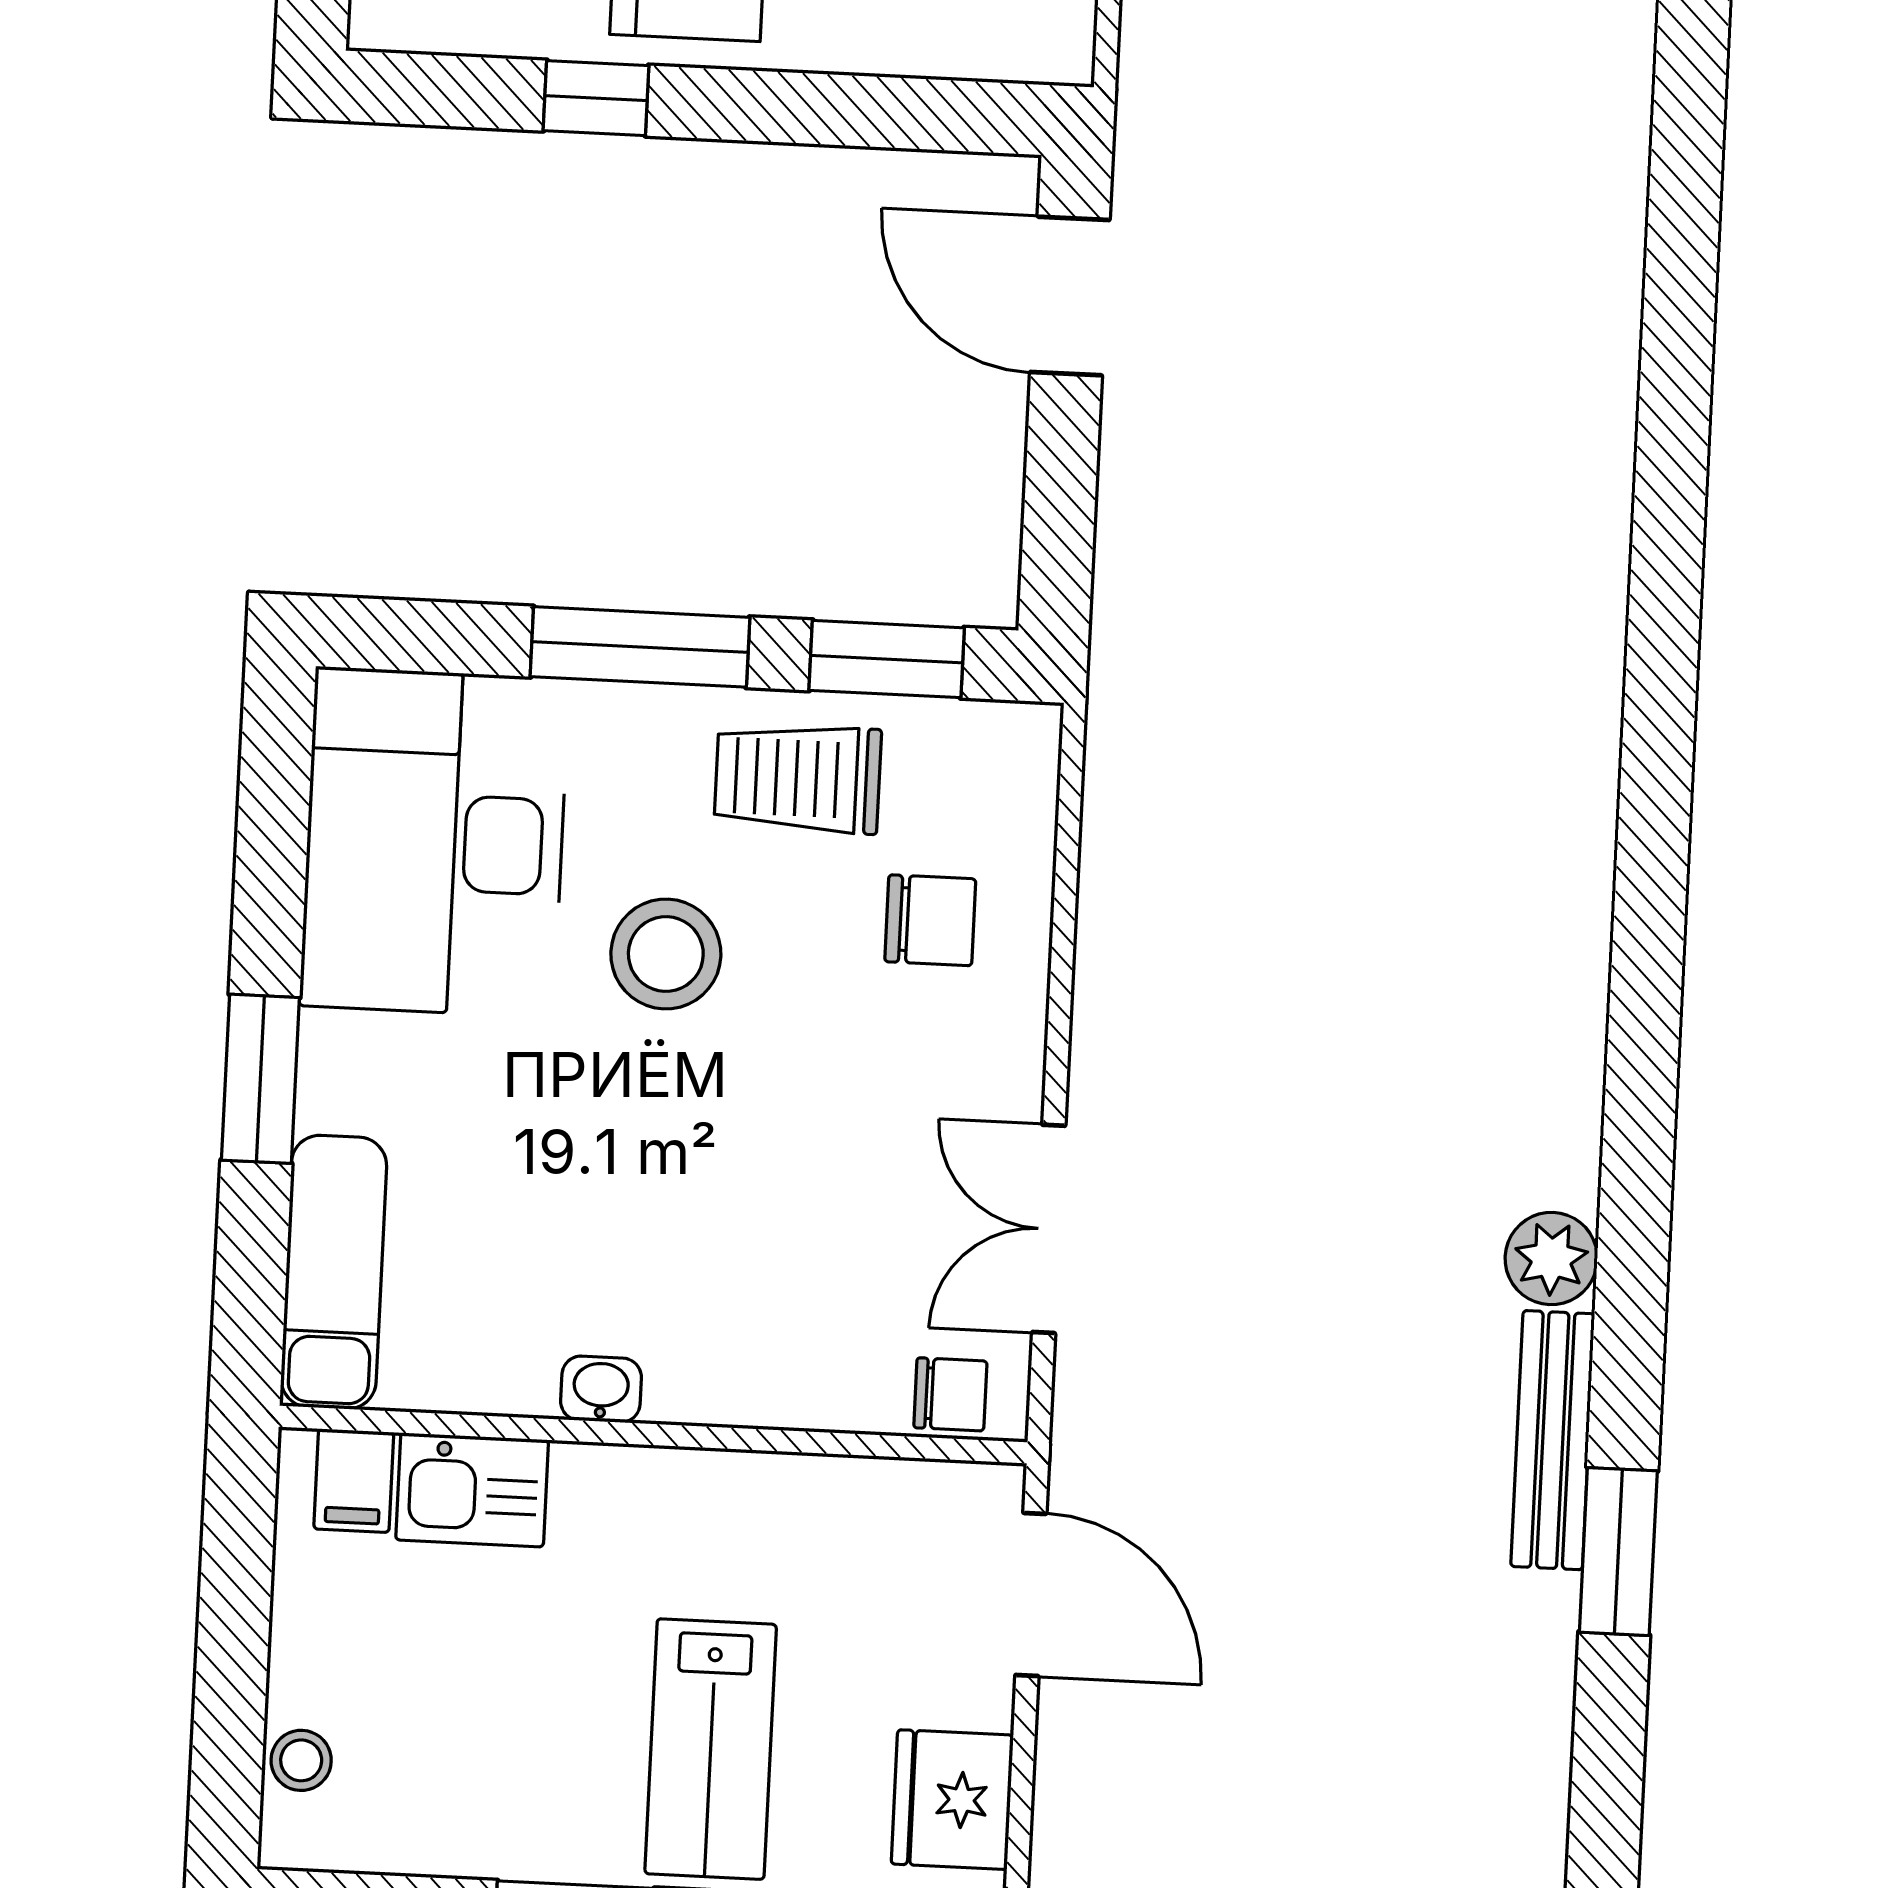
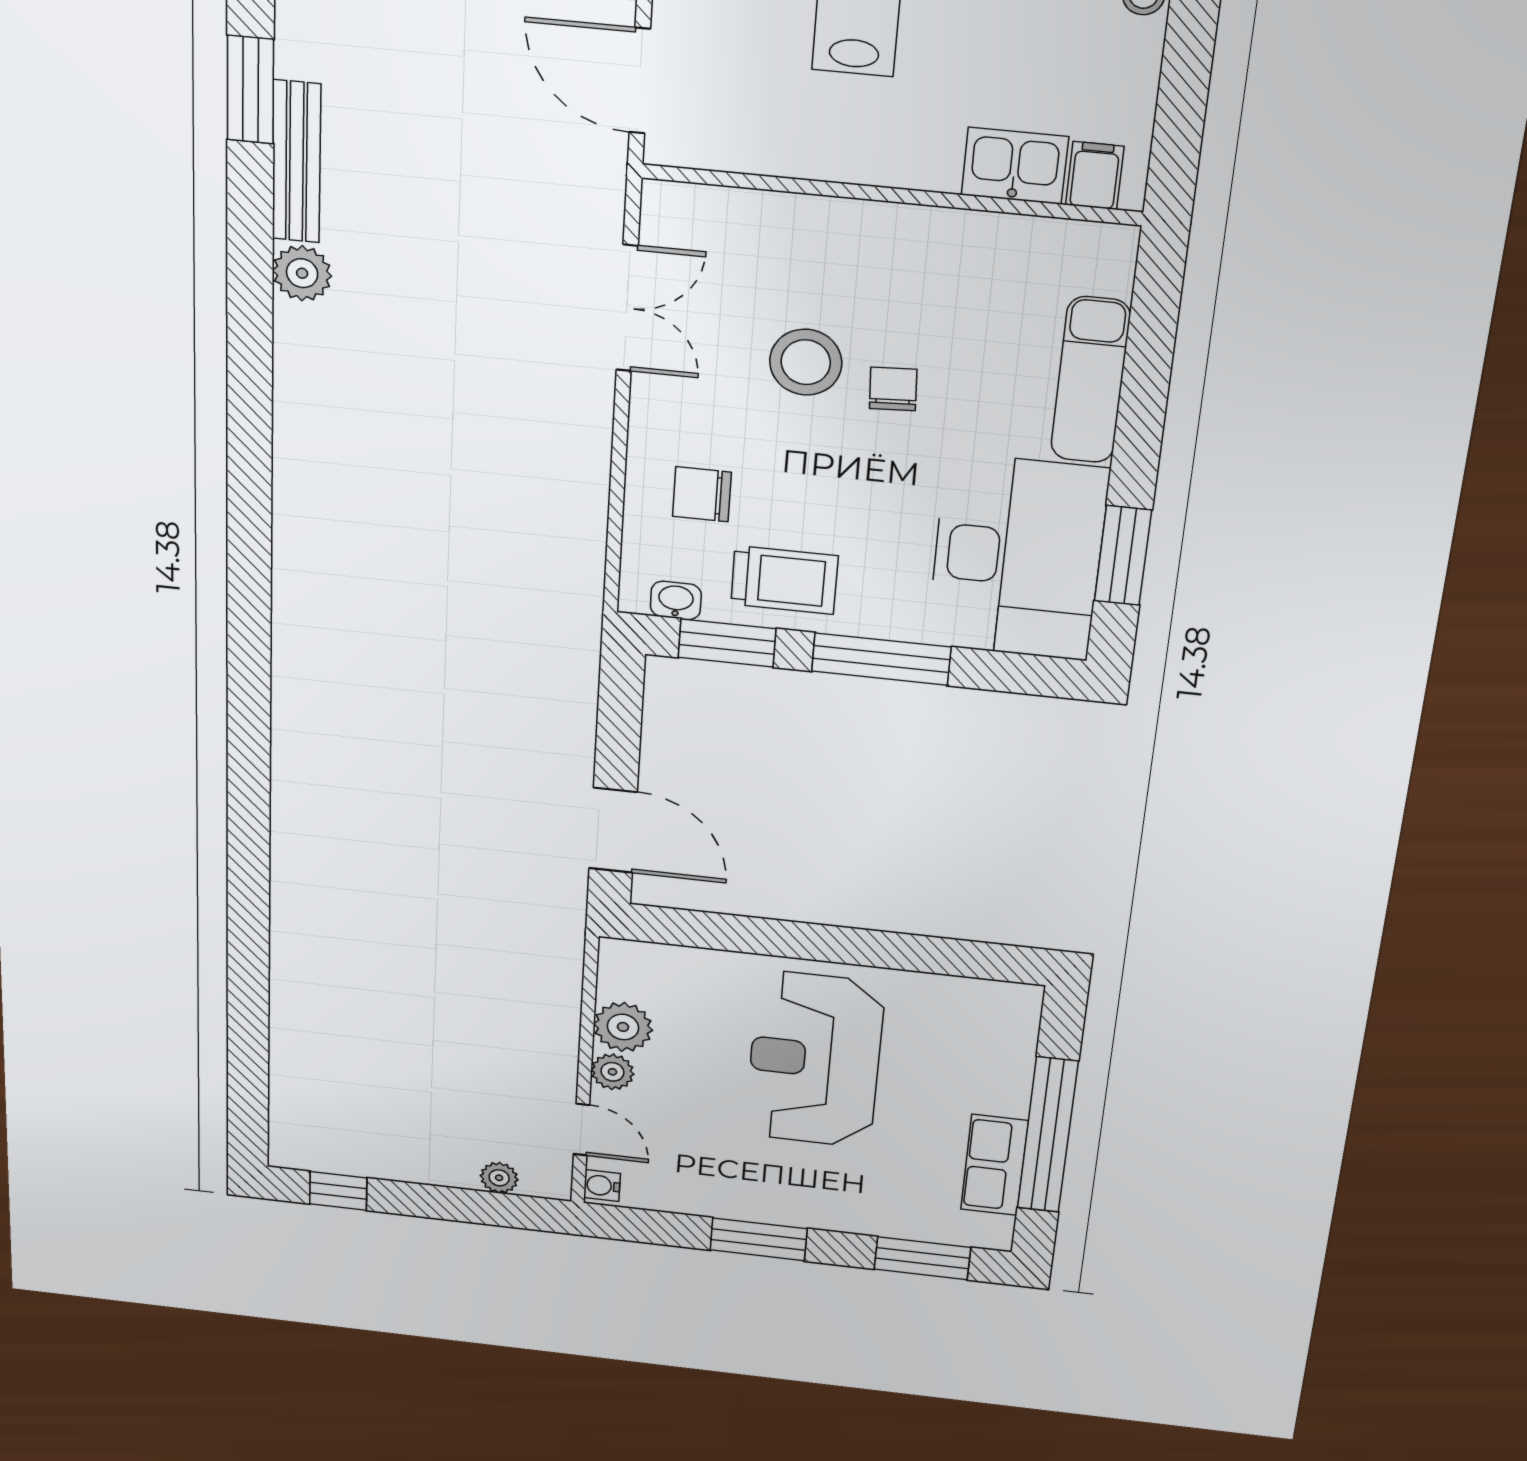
window: (596, 98) -> (896, 951), removed
stool: (666, 954) -> (806, 362), moved
window: (260, 1079) -> (1123, 555), moved
exam couch: (334, 1272) -> (1090, 380), moved
washbasin: (601, 1389) -> (676, 600), moved, turned 180
chair: (950, 1394) -> (893, 389), moved, turned 87

